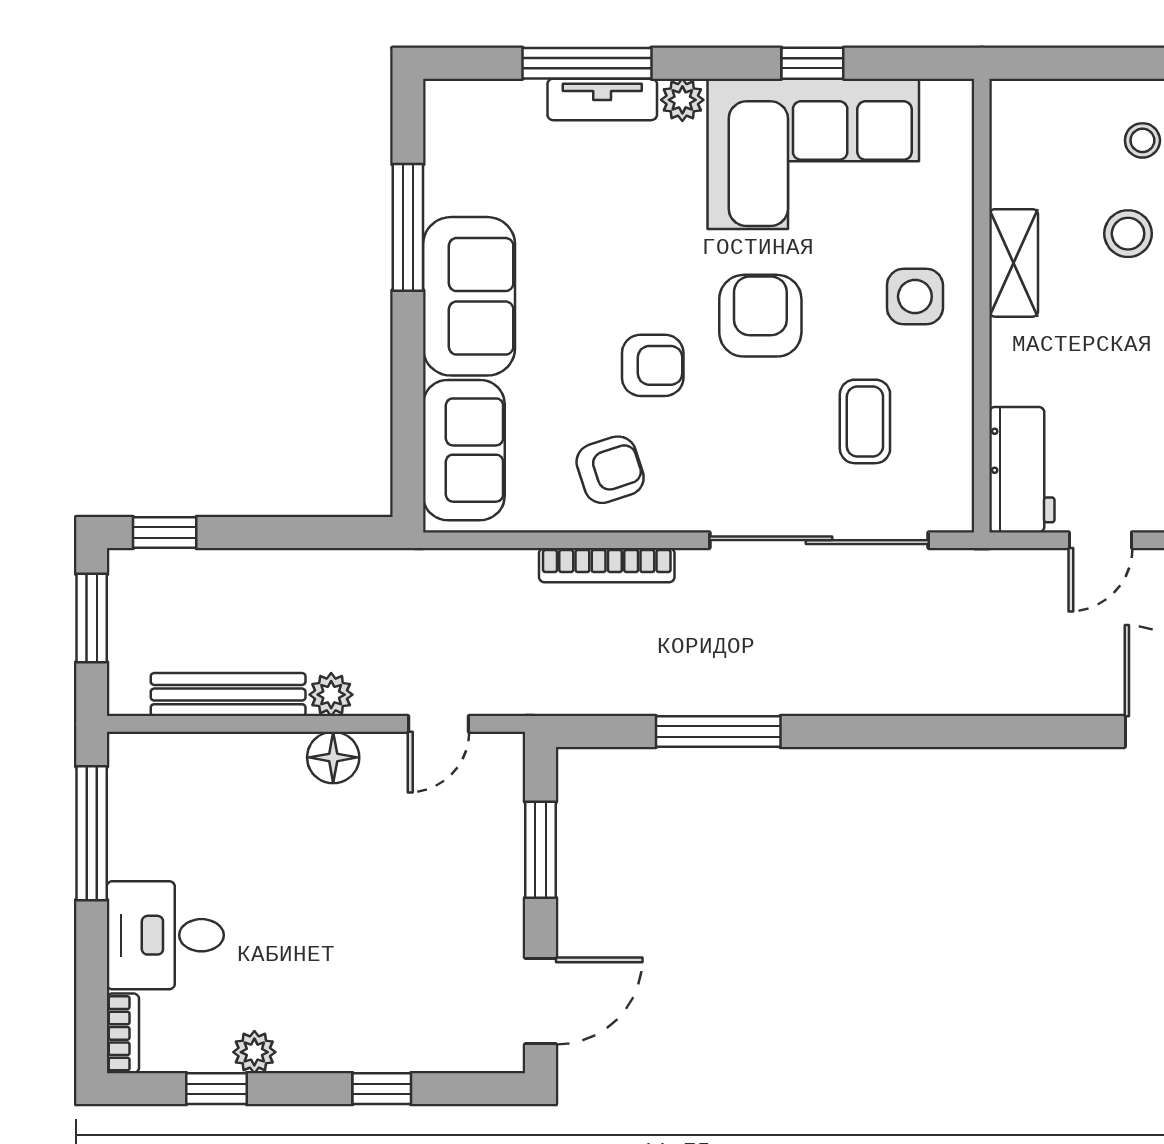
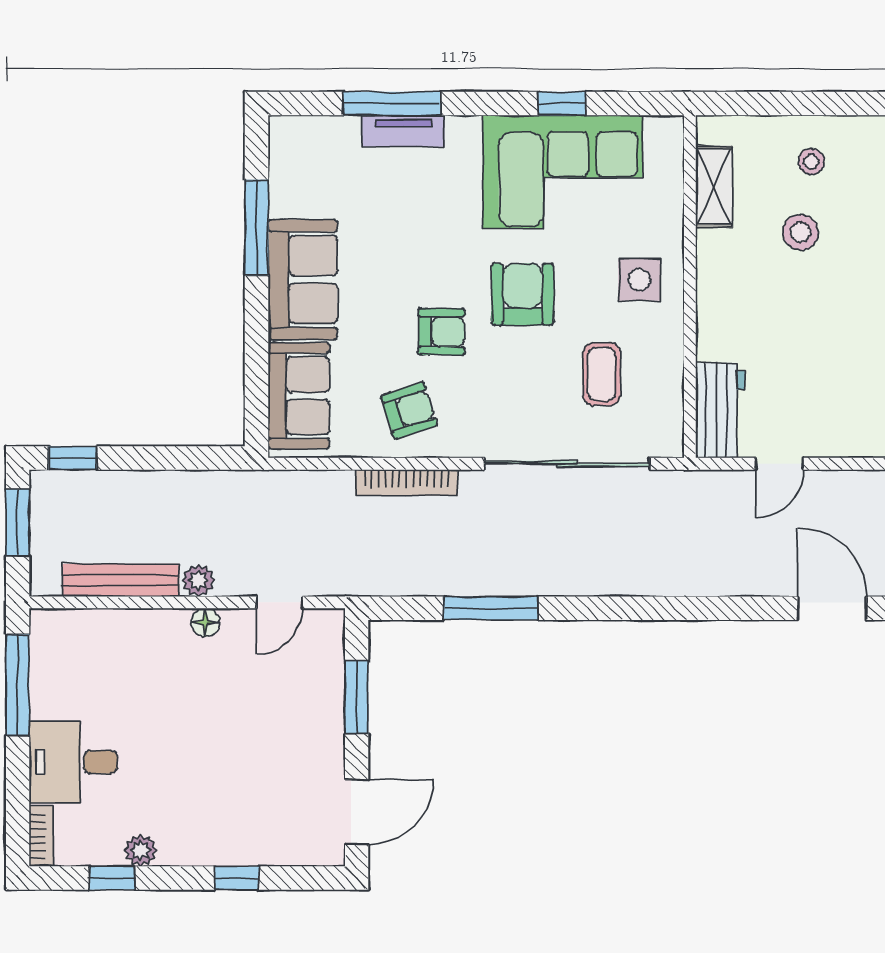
plant: (682, 100) -> (464, 131), removed
shelving: (1014, 263) -> (714, 187), moved
floor lamp: (333, 757) -> (205, 623), width x0.73, depth x0.73

